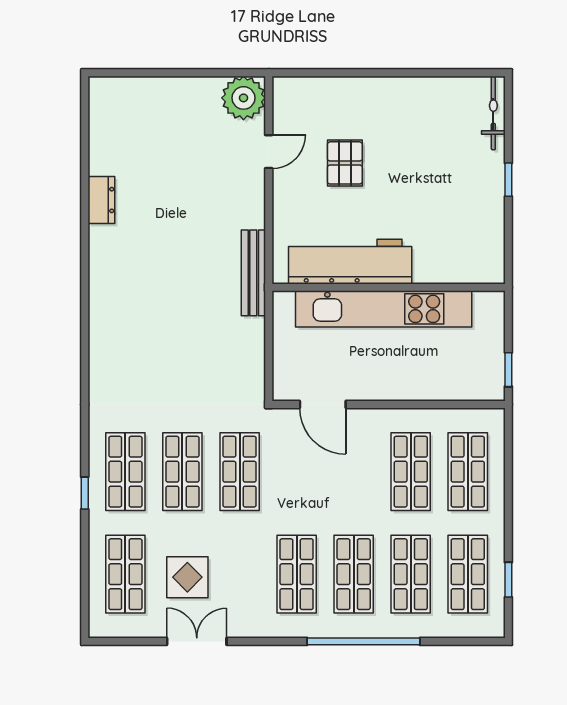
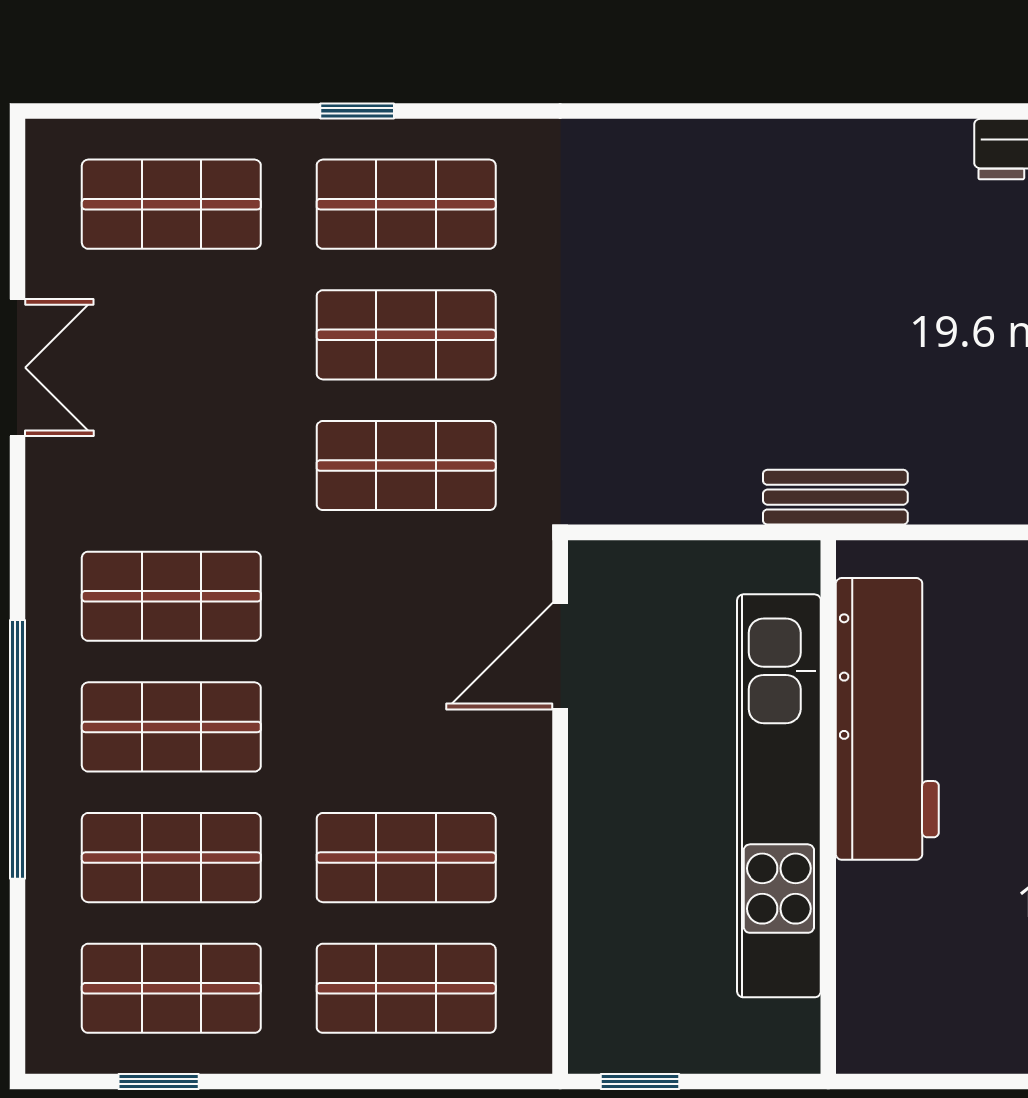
bench: (253, 273) -> (835, 497), width x0.73
display table: (187, 577) -> (164, 346), removed

